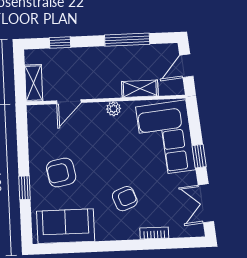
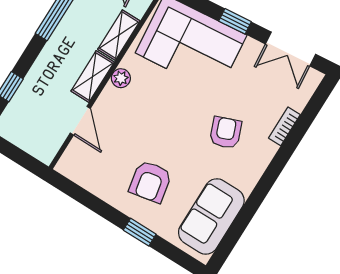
shelving: (34, 83) -> (93, 77), moved, turned 90

